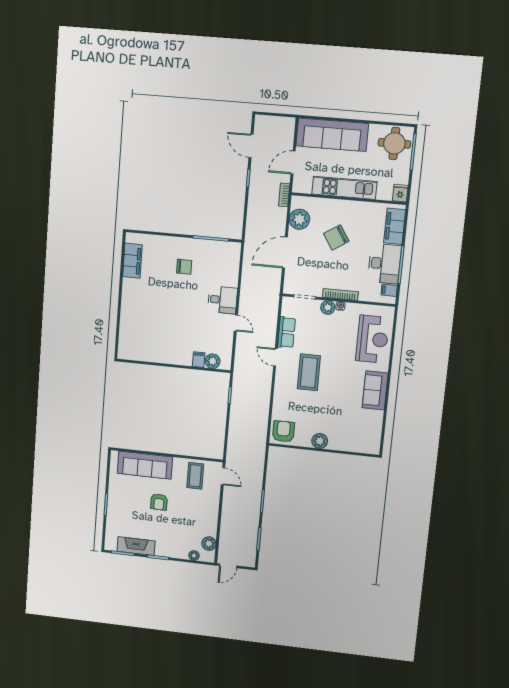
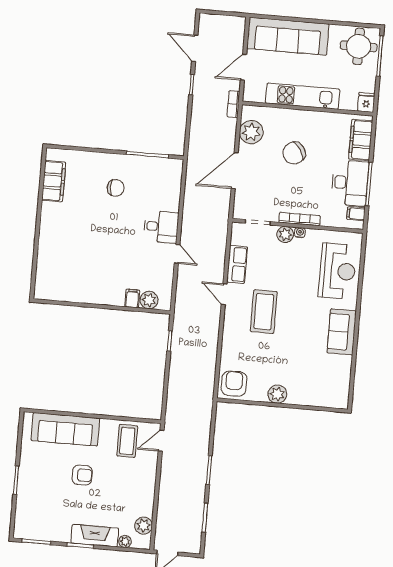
door: (223, 476) -> (161, 441), swing flipped
armchair: (159, 502) -> (82, 475), turned -90
fireplace: (136, 546) -> (95, 536), moved

